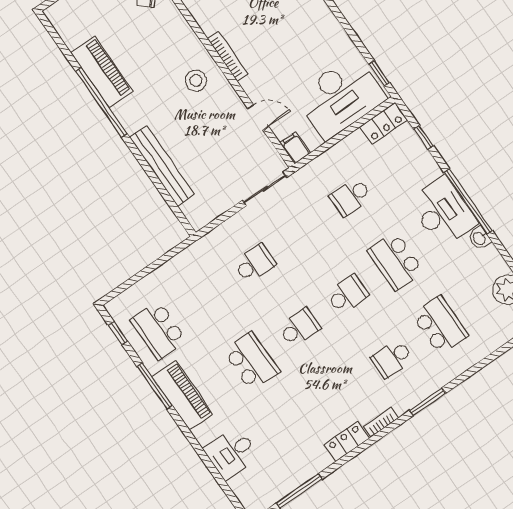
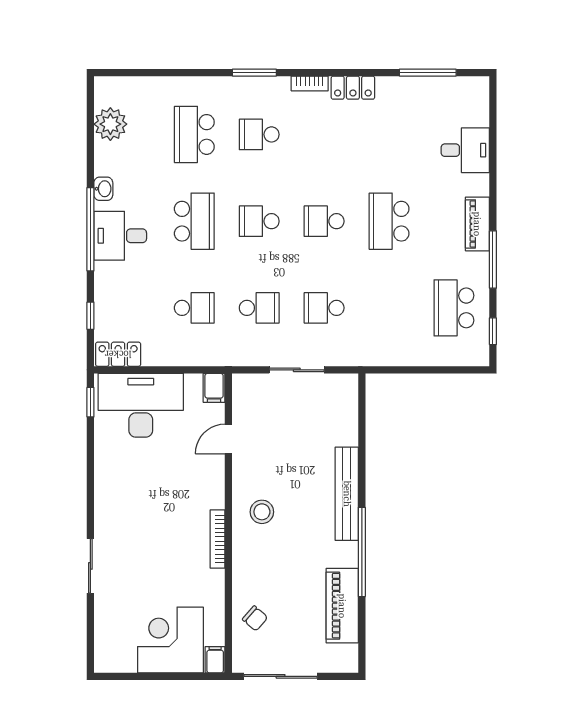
bookcase: (228, 56) -> (218, 539), moved
piano: (102, 72) -> (342, 606), moved
door: (258, 117) -> (228, 439), hinge flipped
bench: (162, 166) -> (347, 494), moved
sliding door: (265, 189) -> (297, 370), moved
desk: (443, 212) -> (120, 236), width x0.73
school desk: (303, 230) -> (259, 308), added
school desk: (159, 330) -> (454, 308), turned 180
school desk: (392, 359) -> (259, 134), turned 180
piano: (182, 395) -> (477, 224), width x0.73, depth x0.75

